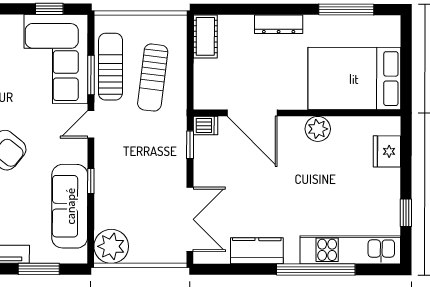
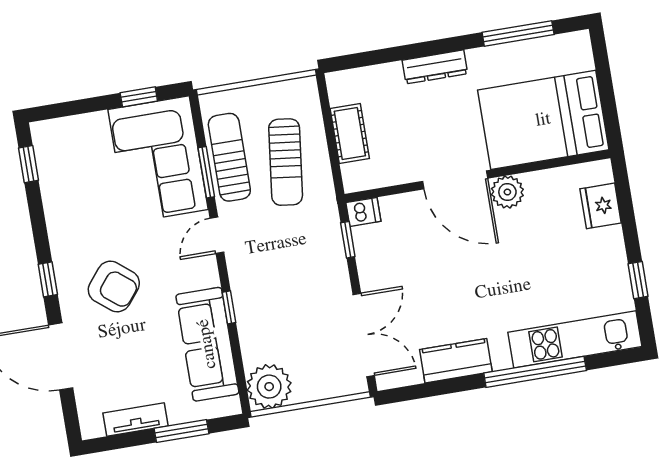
cot: (205, 36) -> (350, 134), moved
door: (252, 113) -> (455, 180), moved

